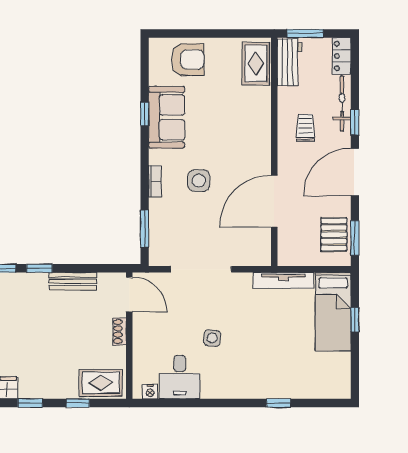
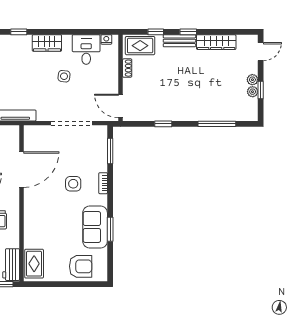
armchair: (188, 60) -> (81, 266), turned 180
window: (145, 114) -> (110, 229), width x1.50
window: (39, 268) -> (163, 124), moved
bench: (73, 281) -> (179, 41), moved
shoe rack: (120, 331) -> (127, 68), moved
wardrobe: (237, 387) -> (47, 43), added

